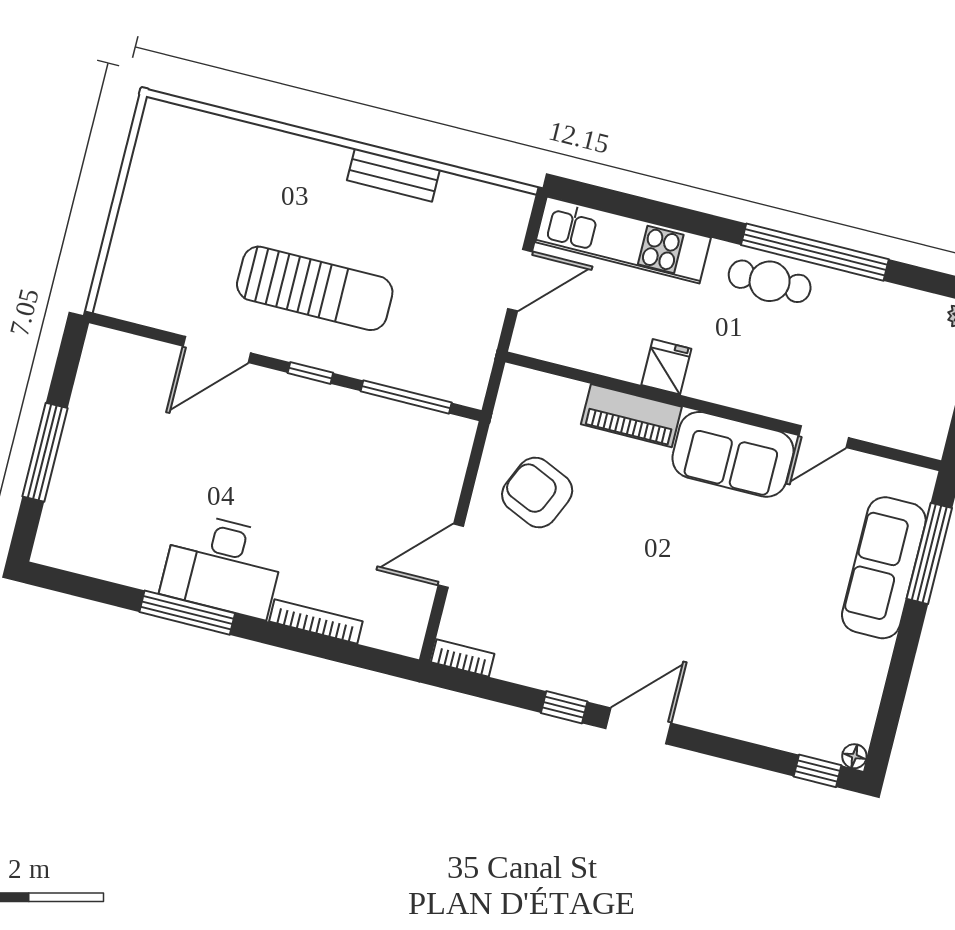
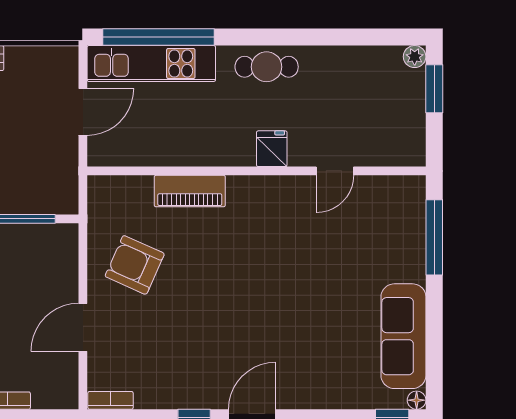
window: (815, 252) -> (159, 37), moved
fridge: (666, 367) -> (272, 149), moved
sofa: (733, 454) -> (272, 201), removed
sofa: (884, 568) -> (403, 336), moved

